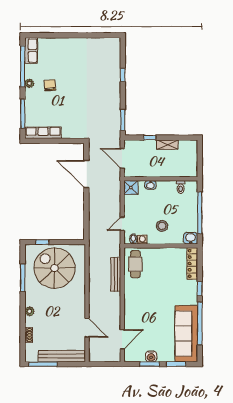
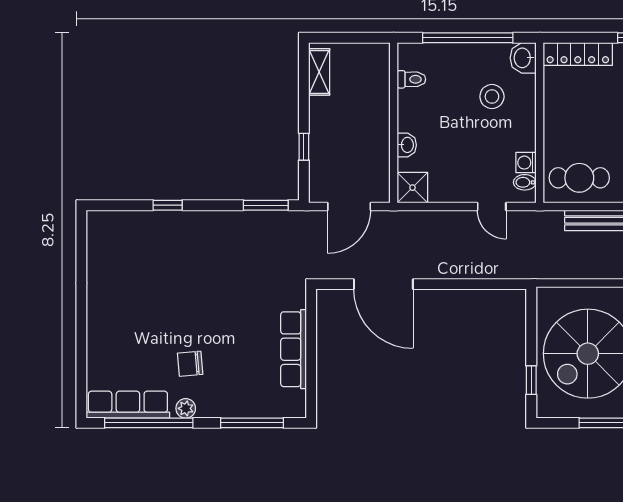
row of seats: (31, 50) -> (128, 405), width x1.48
row of seats: (43, 133) -> (294, 349), moved
shelving: (168, 145) -> (319, 72), moved
door: (86, 174) -> (383, 284), hinge flipped
stool: (162, 226) -> (492, 97), moved

